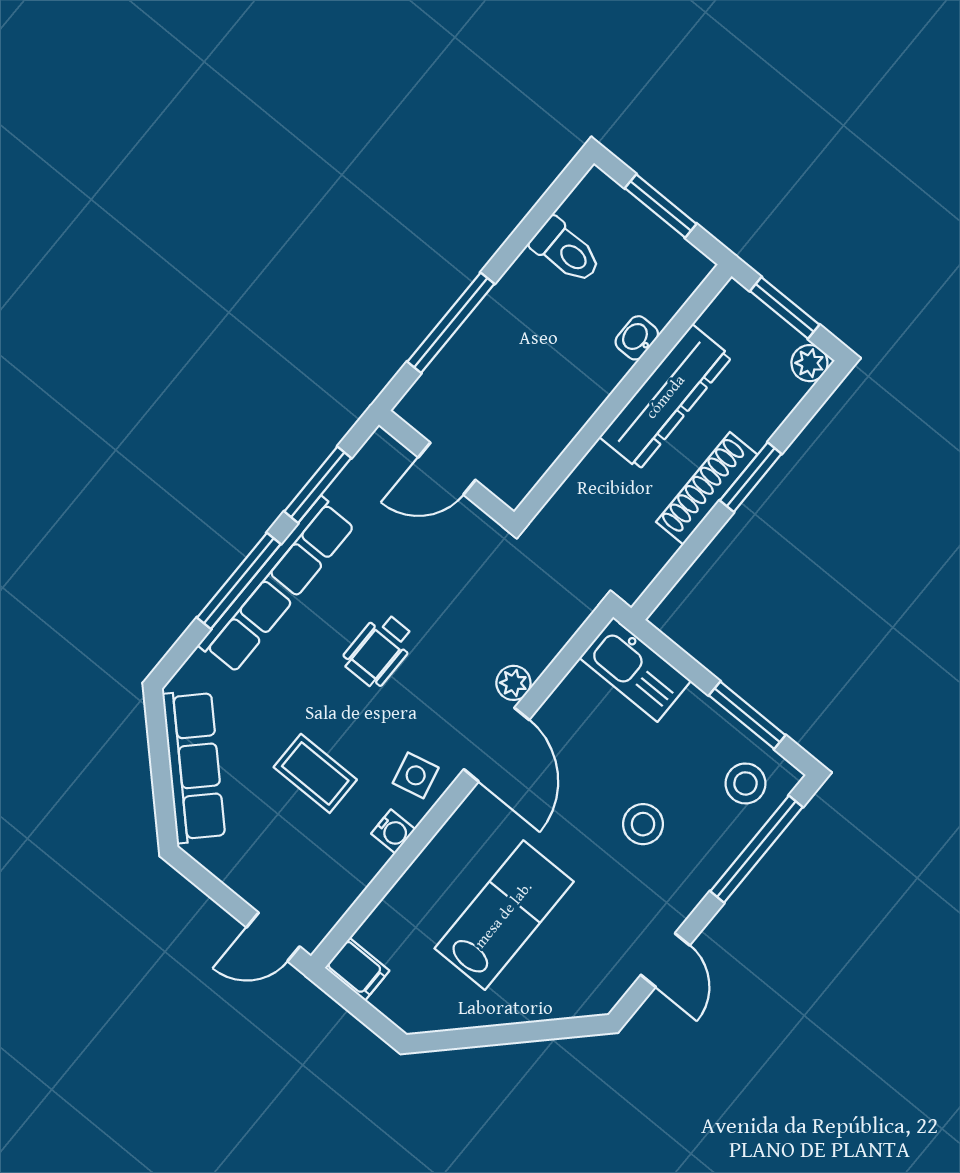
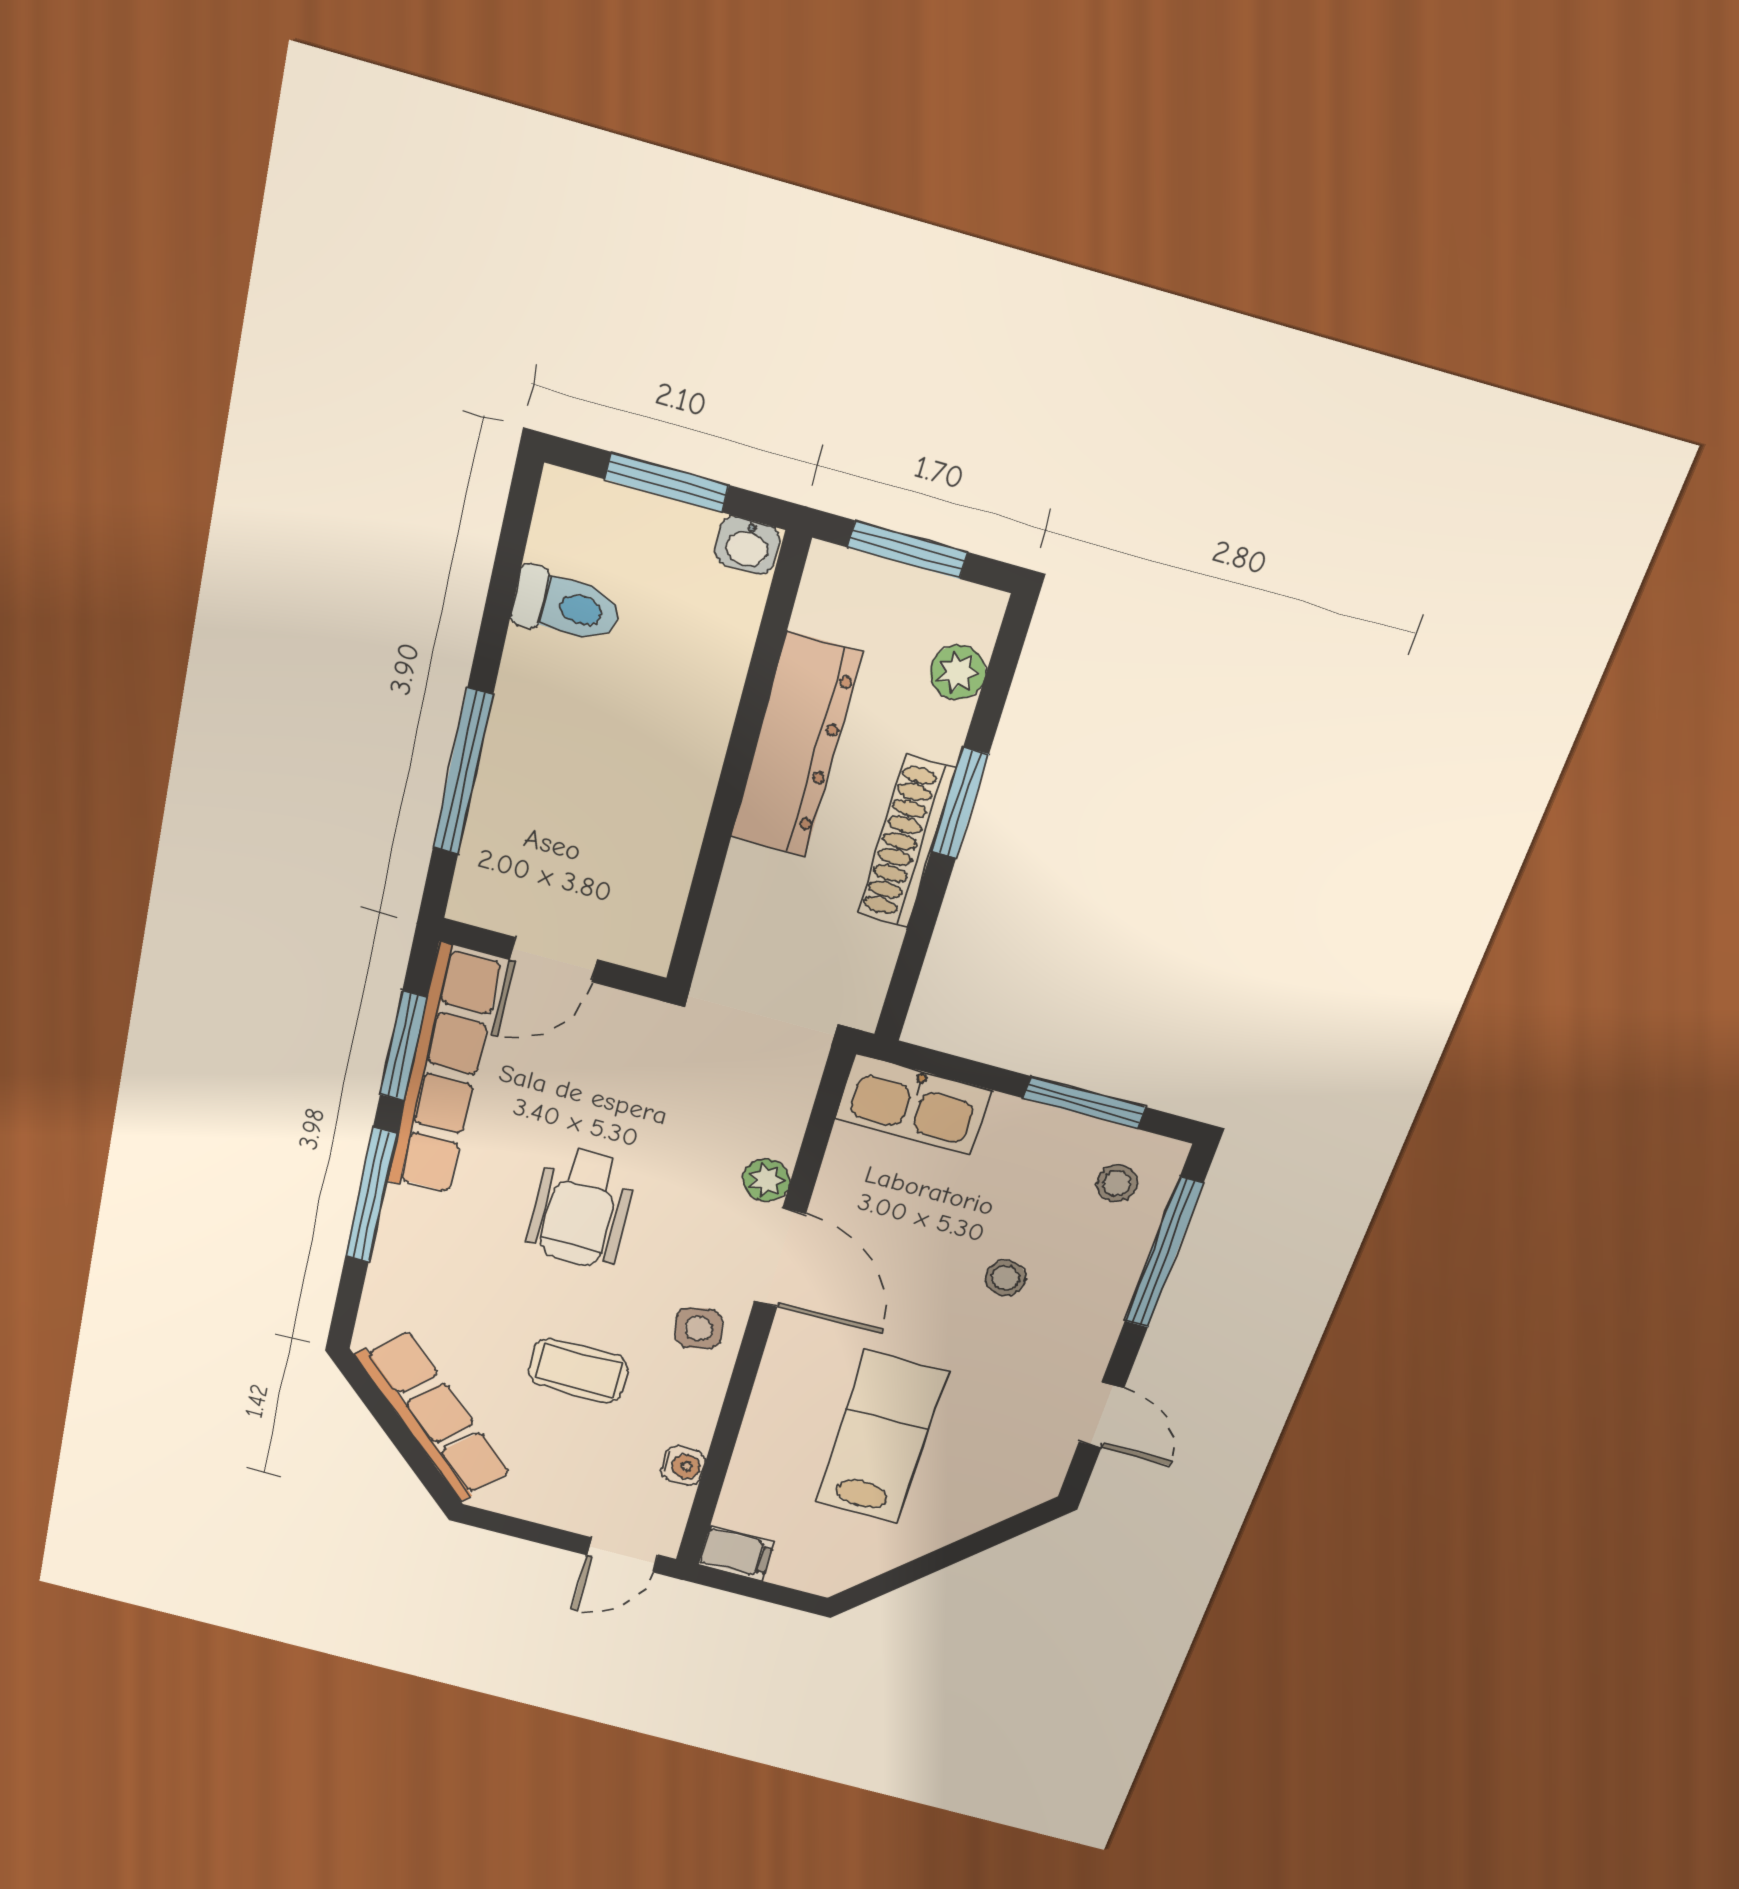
washbasin: (637, 338) -> (747, 546), moved, turned -90
plant: (809, 363) -> (958, 672), moved
row of seats: (277, 585) -> (443, 1072), moved
wheelchair: (379, 650) -> (581, 1207), width x1.36, depth x1.37
stool: (745, 783) -> (1117, 1183), width x0.73, depth x0.73
stool: (643, 824) -> (1006, 1278), width x0.73, depth x0.73
water cooler: (393, 831) -> (683, 1466), moved

